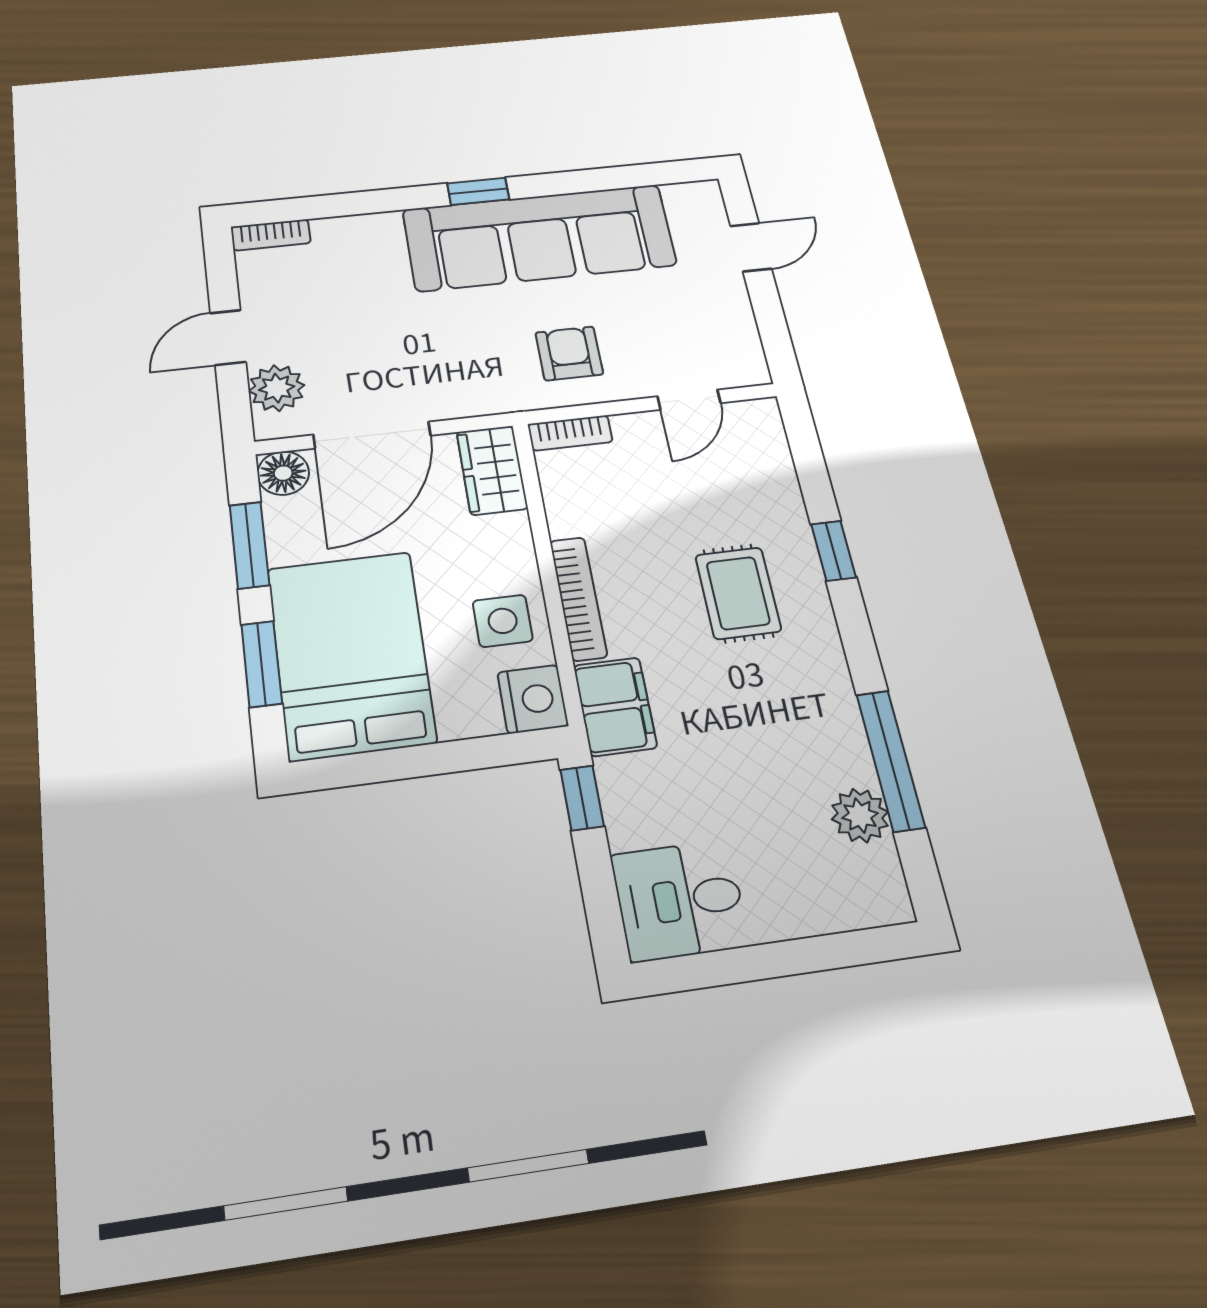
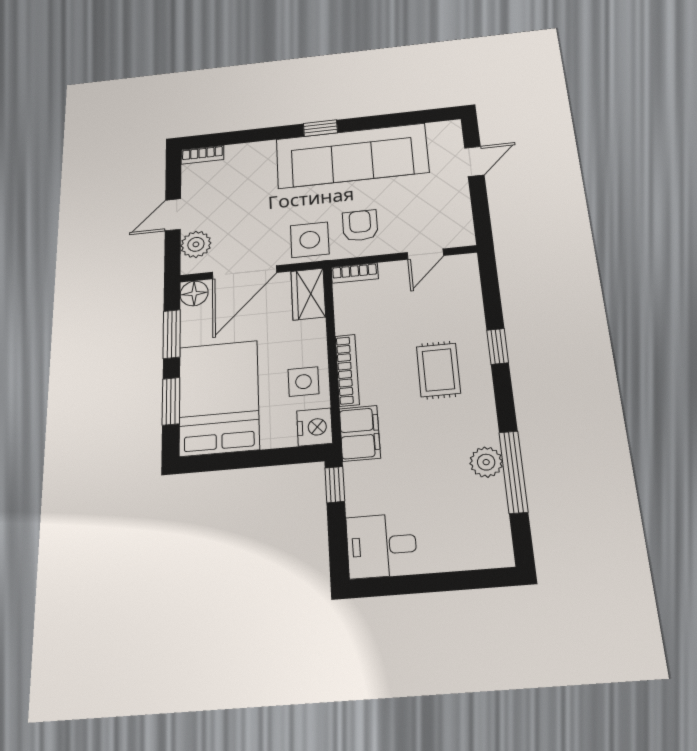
side table: (483, 378) -> (310, 240), added
plant: (860, 816) -> (486, 462), moved

